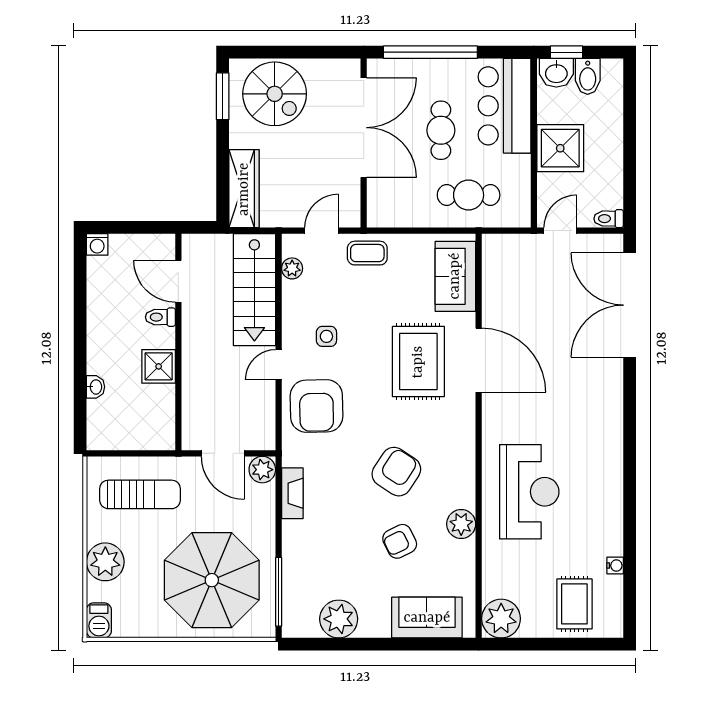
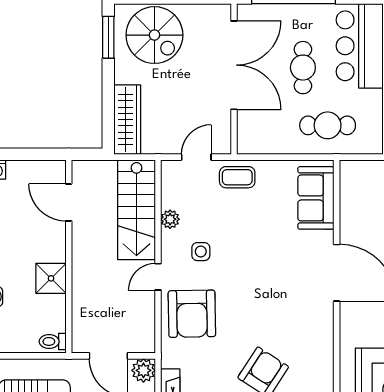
plant: (292, 268) -> (170, 219), moved
toilet: (160, 317) -> (53, 341), moved
rug: (418, 362) -> (283, 274), removed

